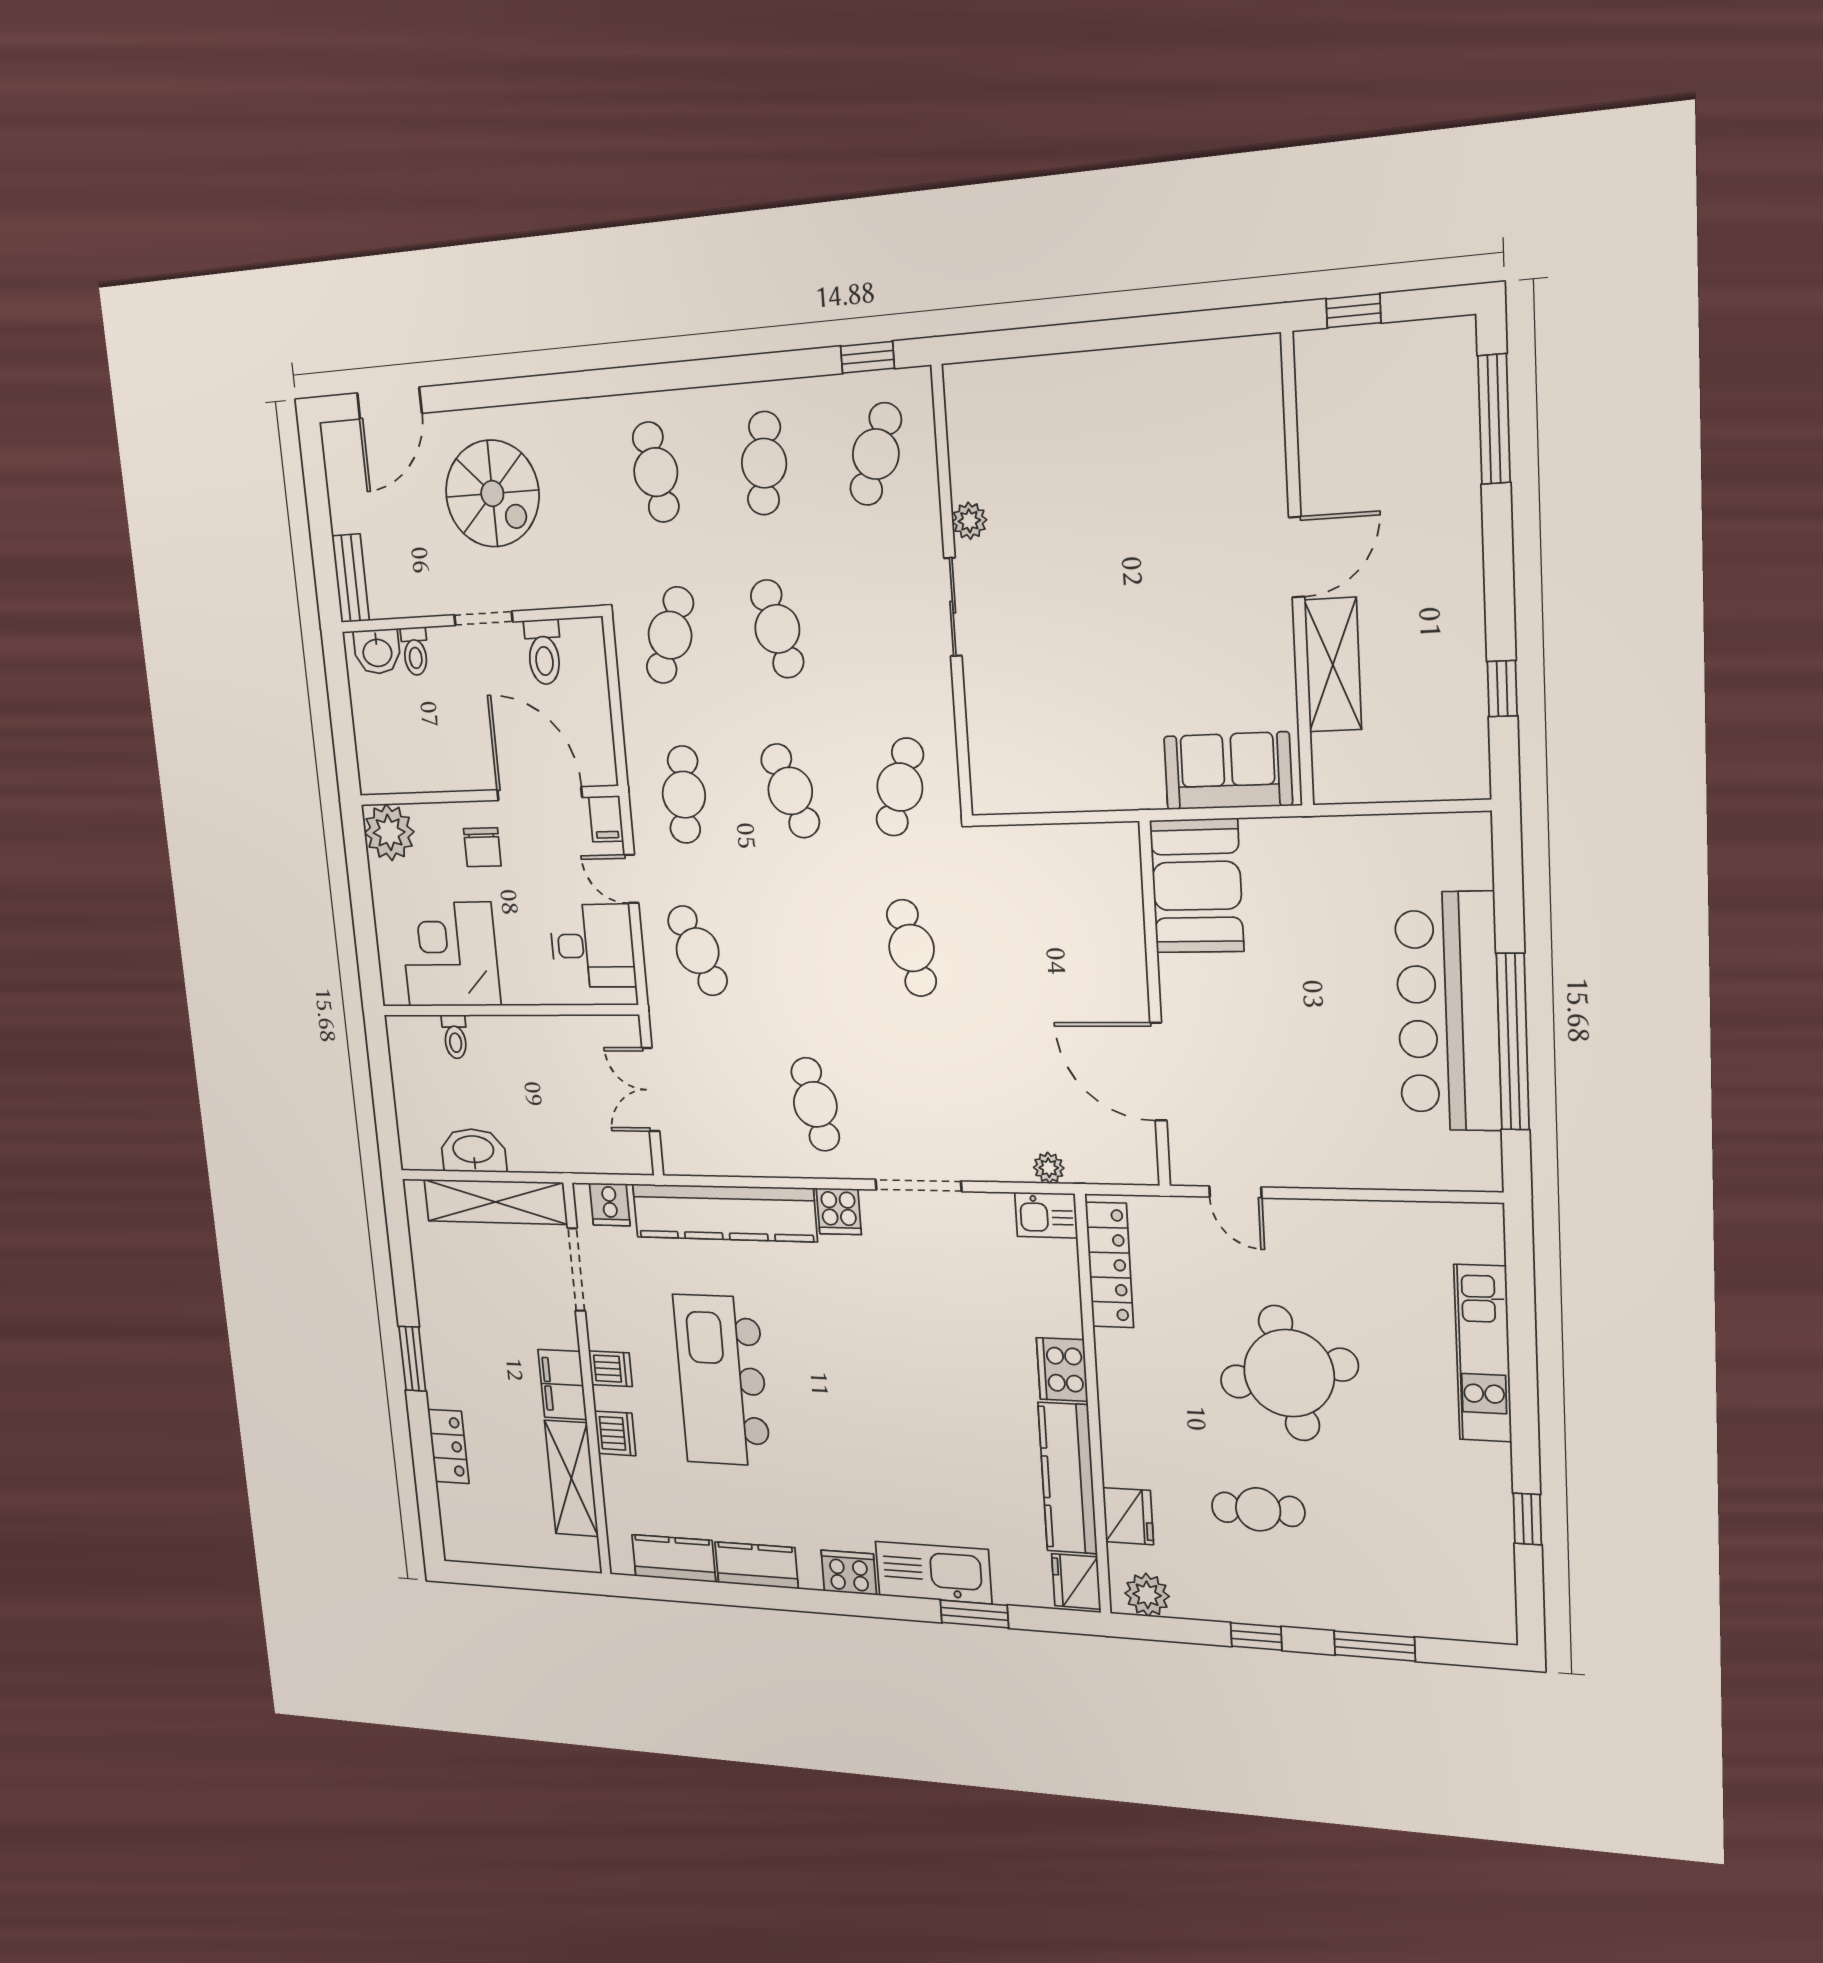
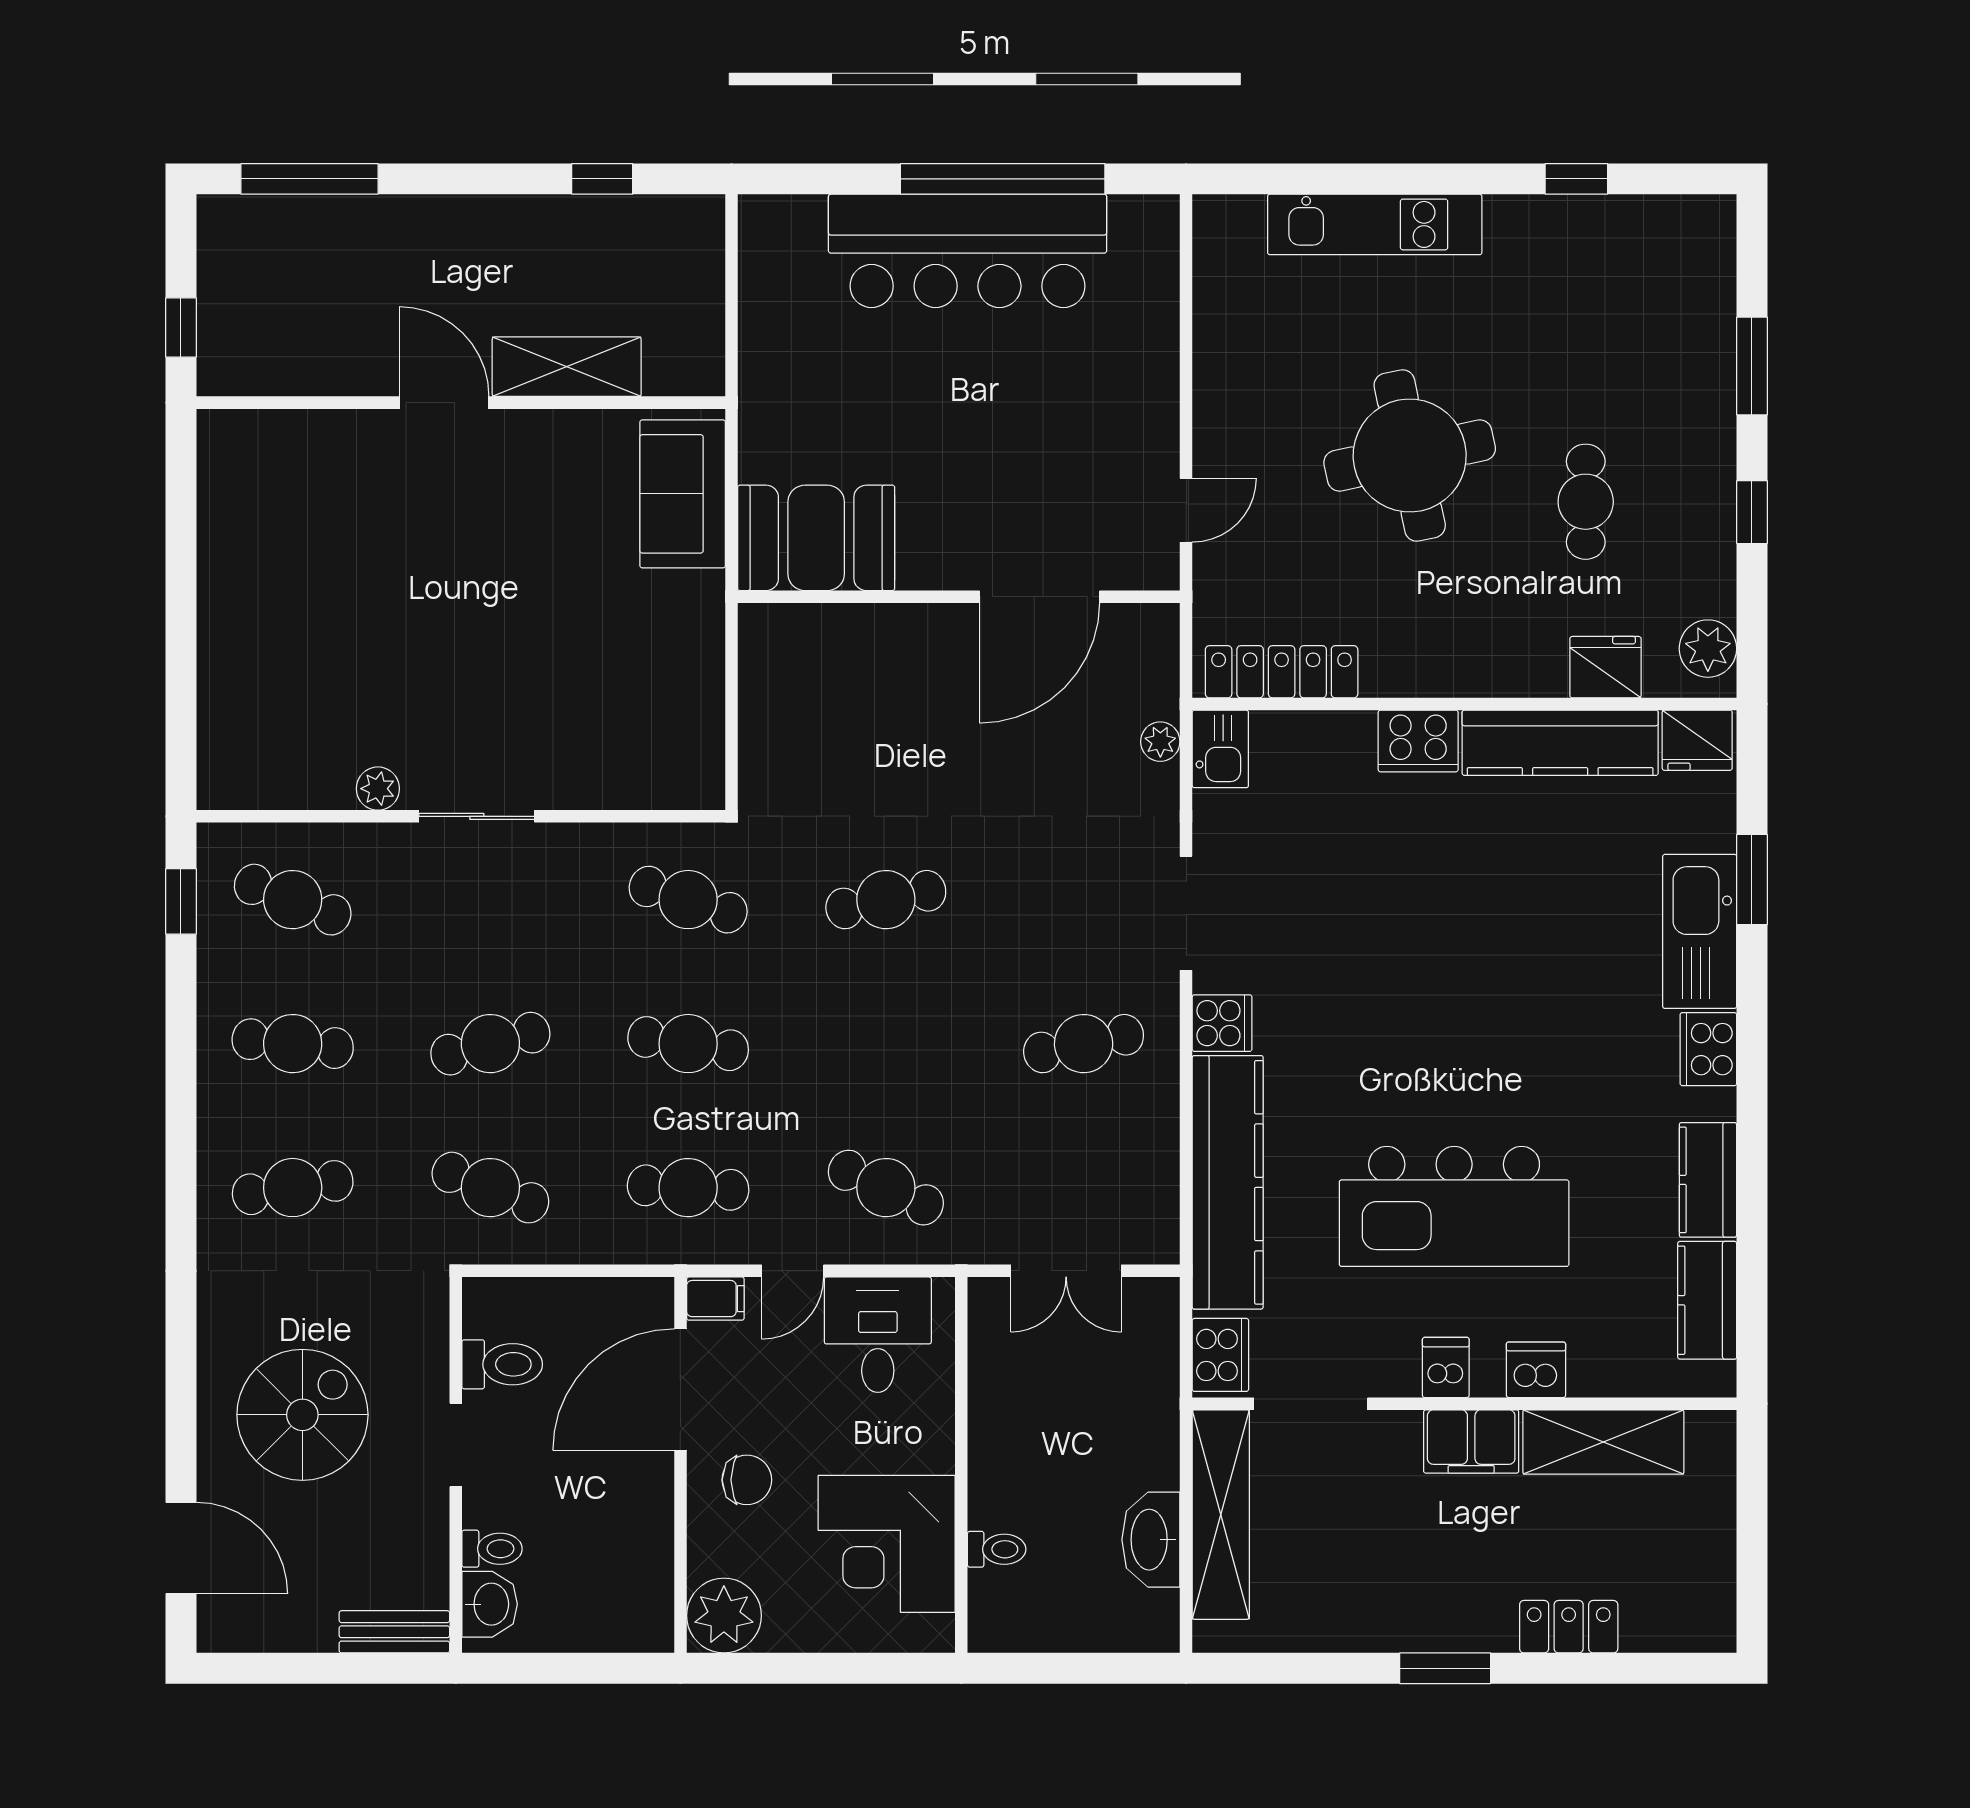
cafe table: (790, 791) -> (688, 1044), turned 30
cafe table: (698, 951) -> (886, 1188), turned 48
cooker: (610, 1204) -> (1220, 1355), width x1.36

